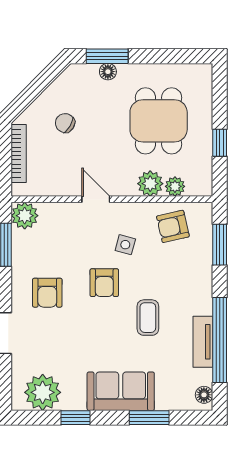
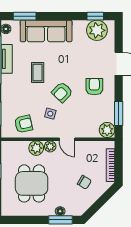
plant: (175, 186) -> (50, 146), moved
armchair: (104, 283) -> (62, 92), turned -136
sofa: (121, 391) -> (46, 31), width x1.36
window: (76, 418) -> (95, 16), moved
window: (149, 418) -> (25, 16), moved

